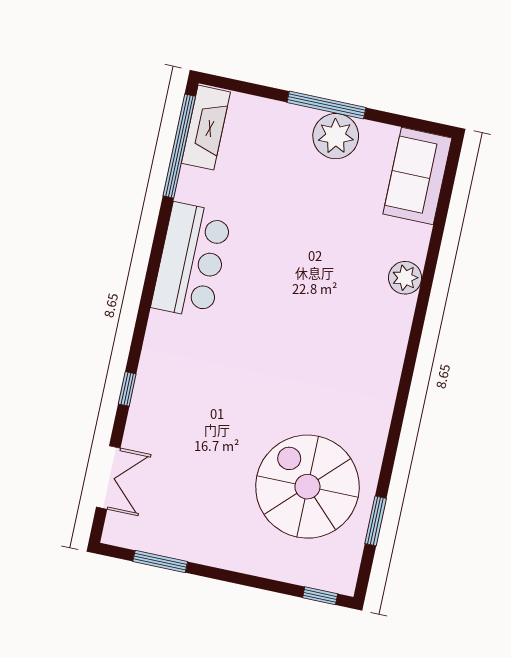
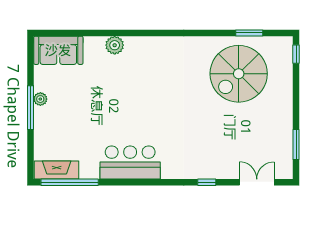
plant: (336, 136) -> (40, 99), width x0.53, depth x0.53

